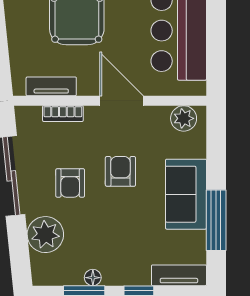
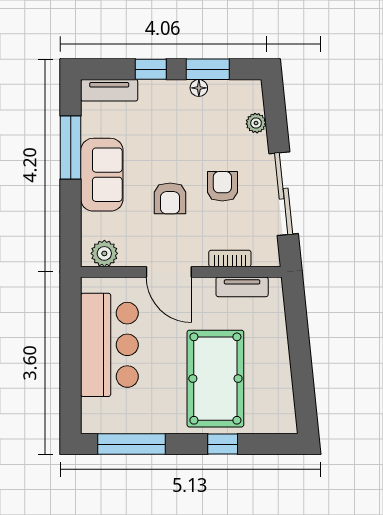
plant: (45, 235) -> (256, 123), width x0.53, depth x0.53

